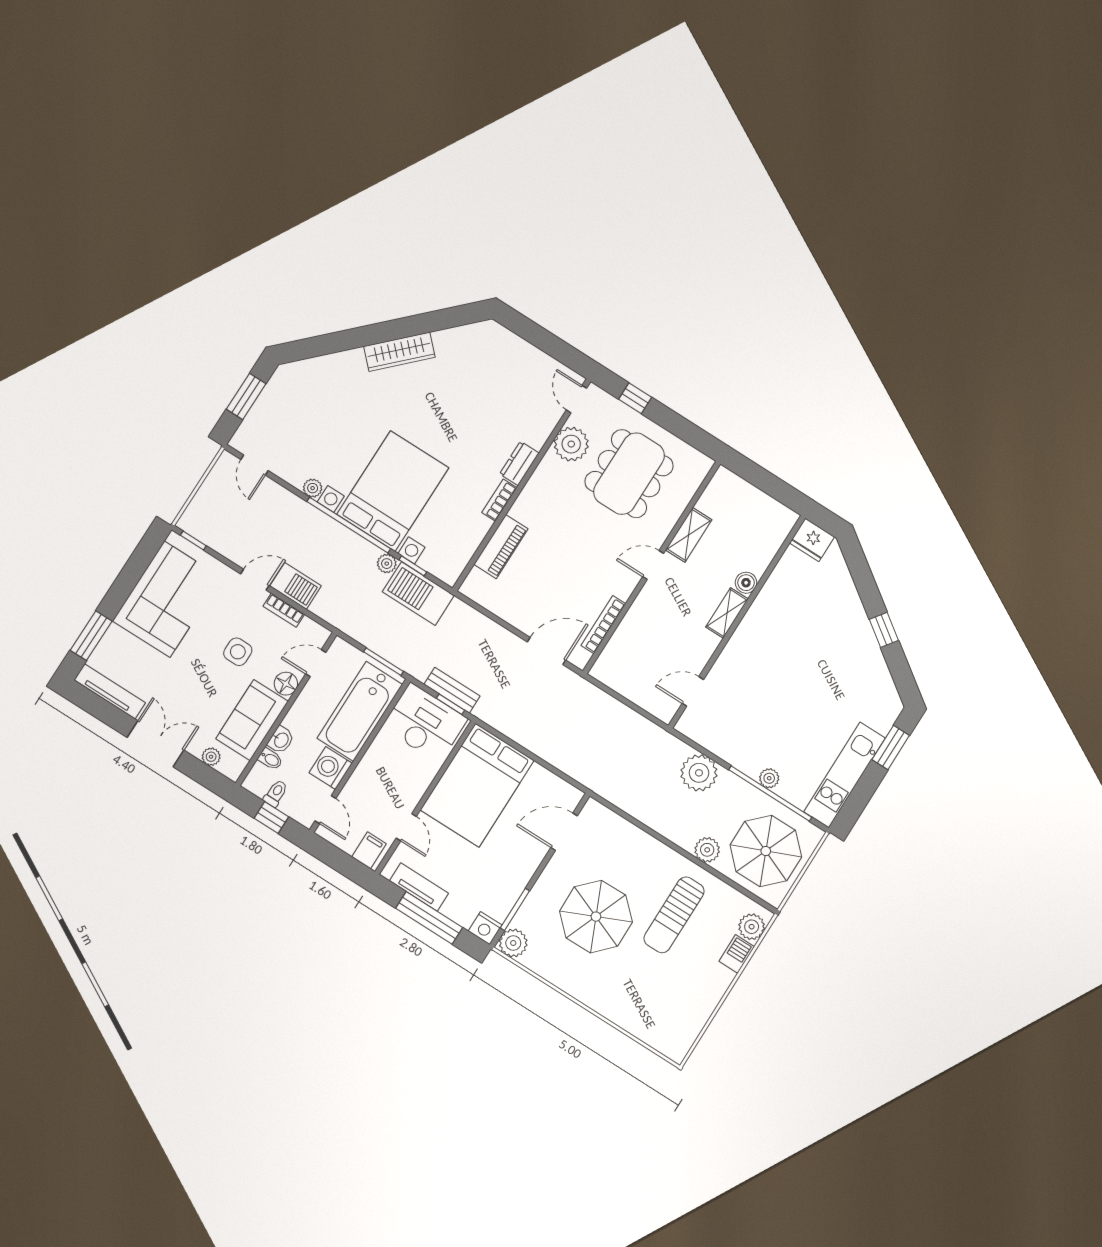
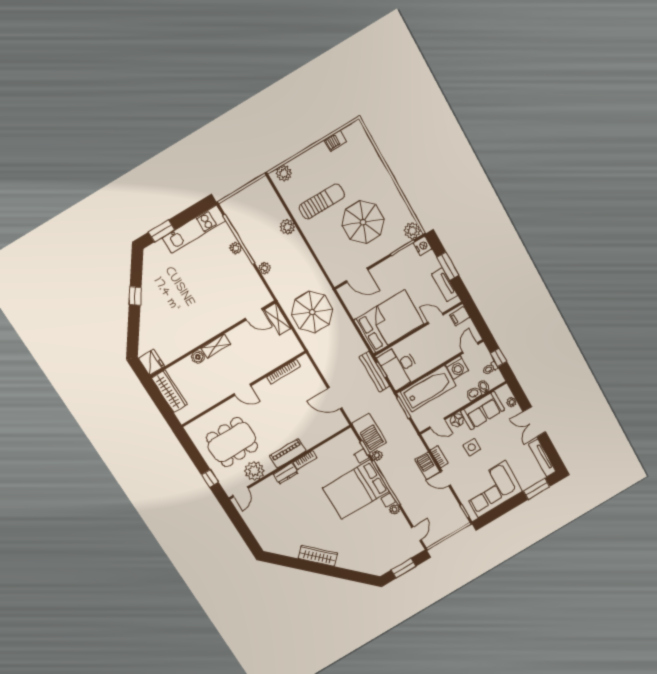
wardrobe: (764, 508) -> (169, 391), added
shelving: (689, 535) -> (278, 319), moved, turned 90
piano: (501, 547) -> (288, 453), moved
door: (546, 651) -> (335, 398), moved
bench: (452, 690) -> (374, 372), width x1.36
plant: (699, 773) -> (265, 268), width x0.53, depth x0.53
door: (406, 827) -> (435, 319), hinge flipped
parasol: (766, 851) -> (312, 312), moved
window: (429, 918) -> (448, 266), width x0.69
barbecue: (737, 954) -> (335, 141), moved

